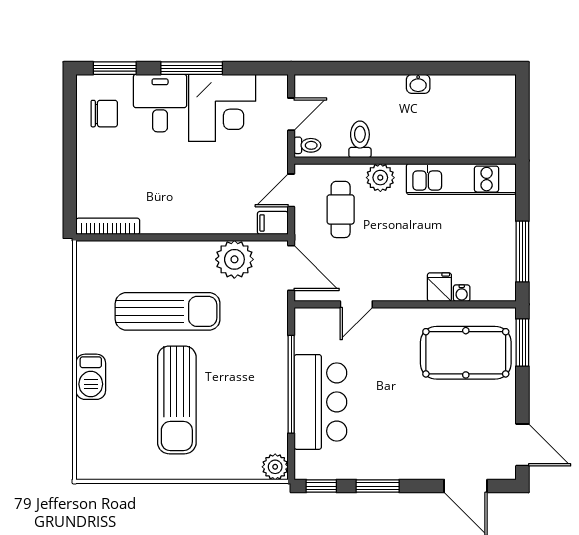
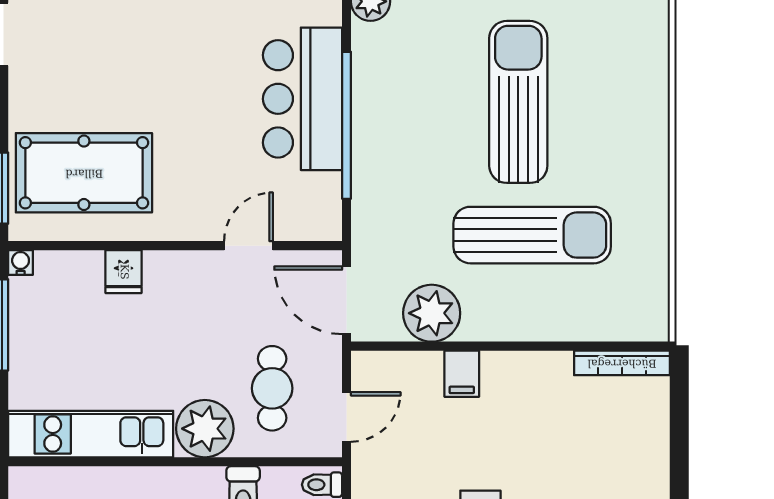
plant: (380, 178) -> (205, 429), width x1.36, depth x1.36
filing cabinet: (273, 223) -> (462, 374), moved, turned 90
water cooler: (462, 293) -> (21, 262), moved
sun lounger: (168, 311) -> (532, 235), turned 180
barbecue: (91, 377) -> (648, 137), removed

